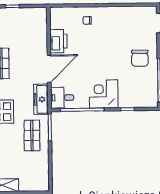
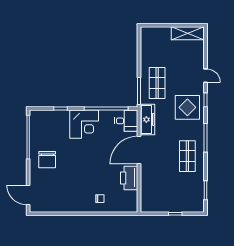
chair: (140, 58) -> (47, 160), turned 180

